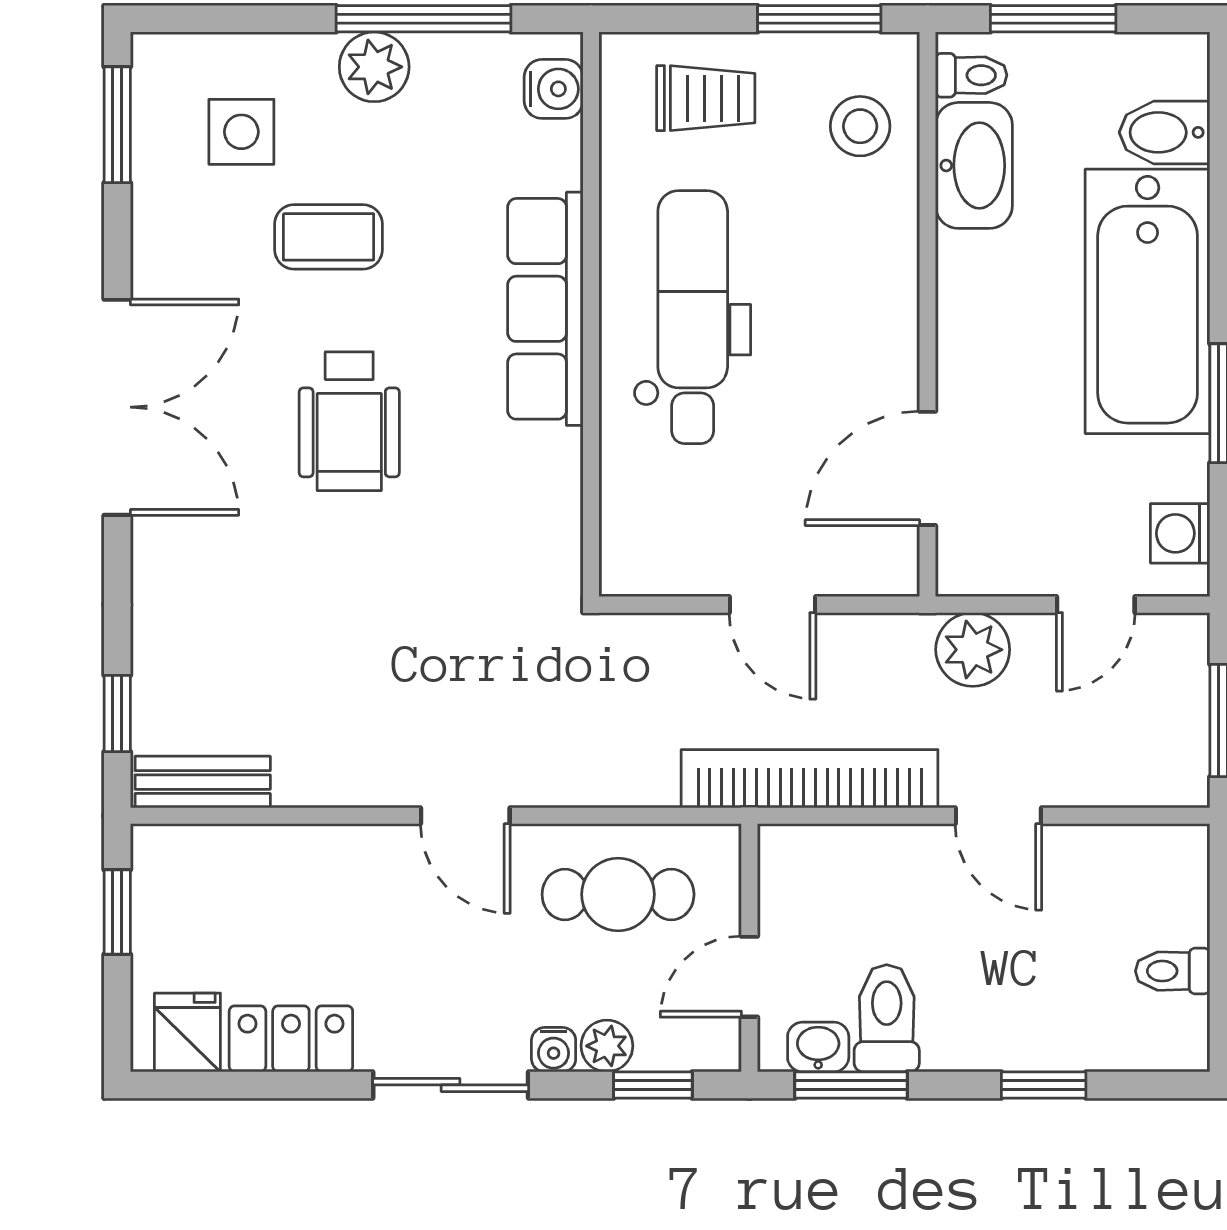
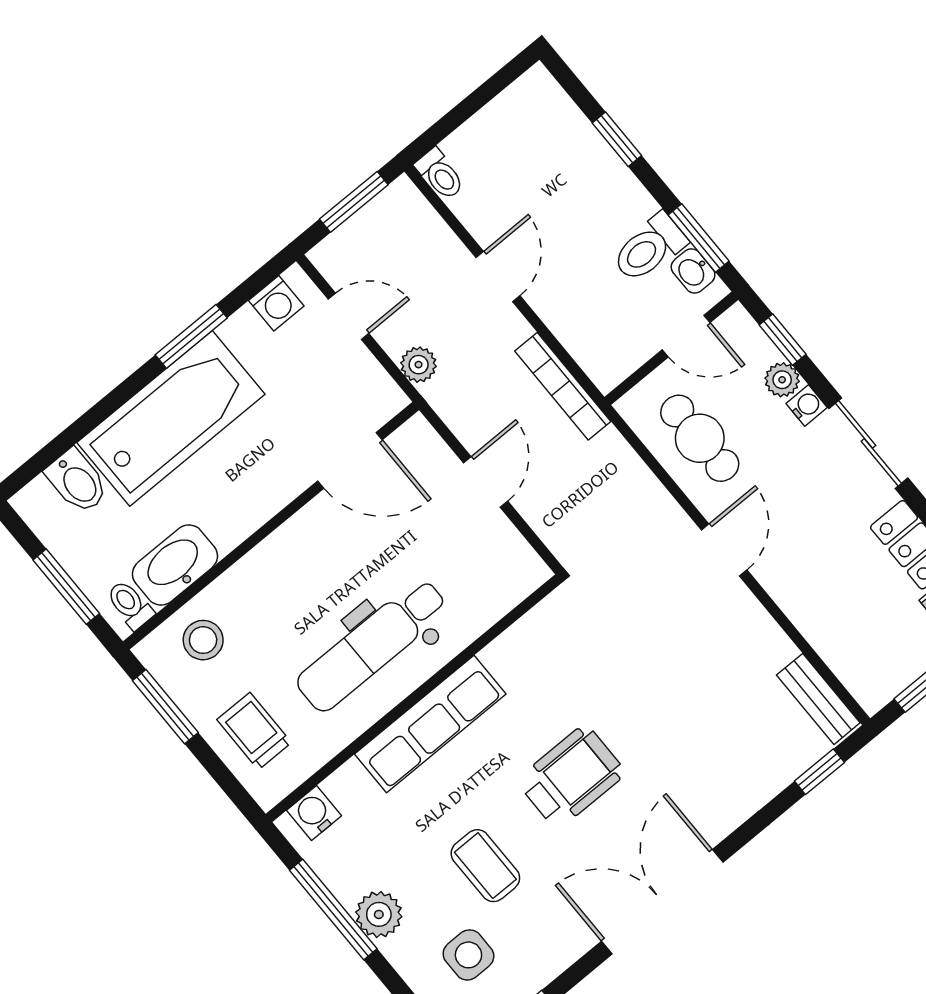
plant: (973, 650) -> (419, 365), width x0.73, depth x0.73
bookcase: (810, 779) -> (563, 386), width x0.68, depth x0.76
toilet: (1173, 971) -> (440, 174), moved

